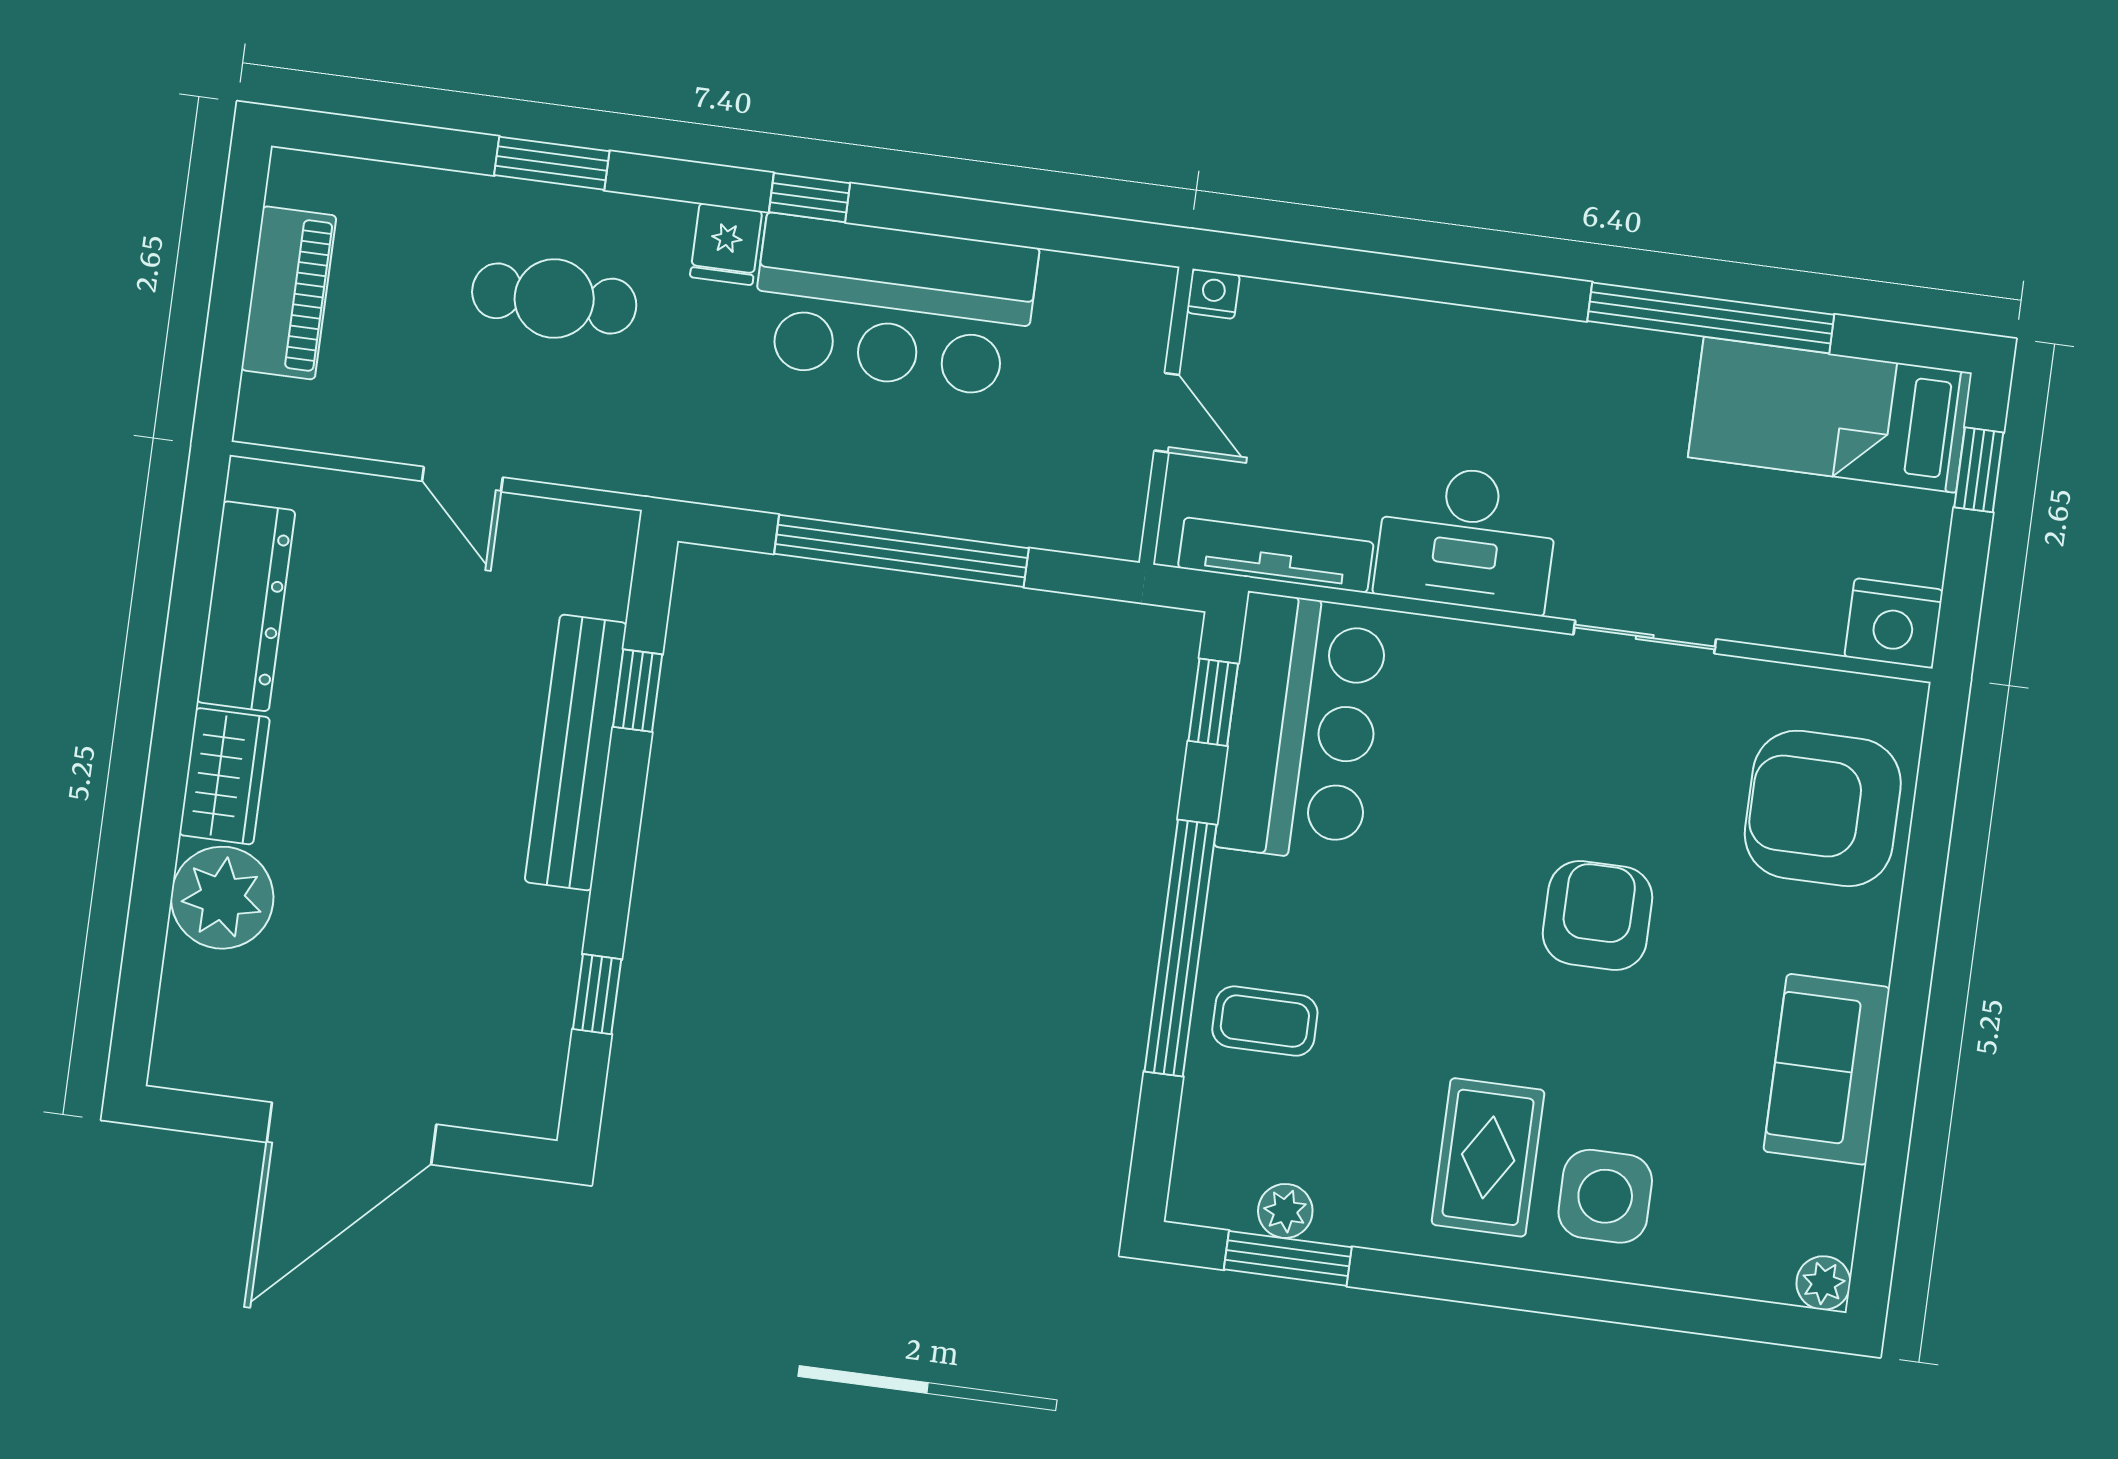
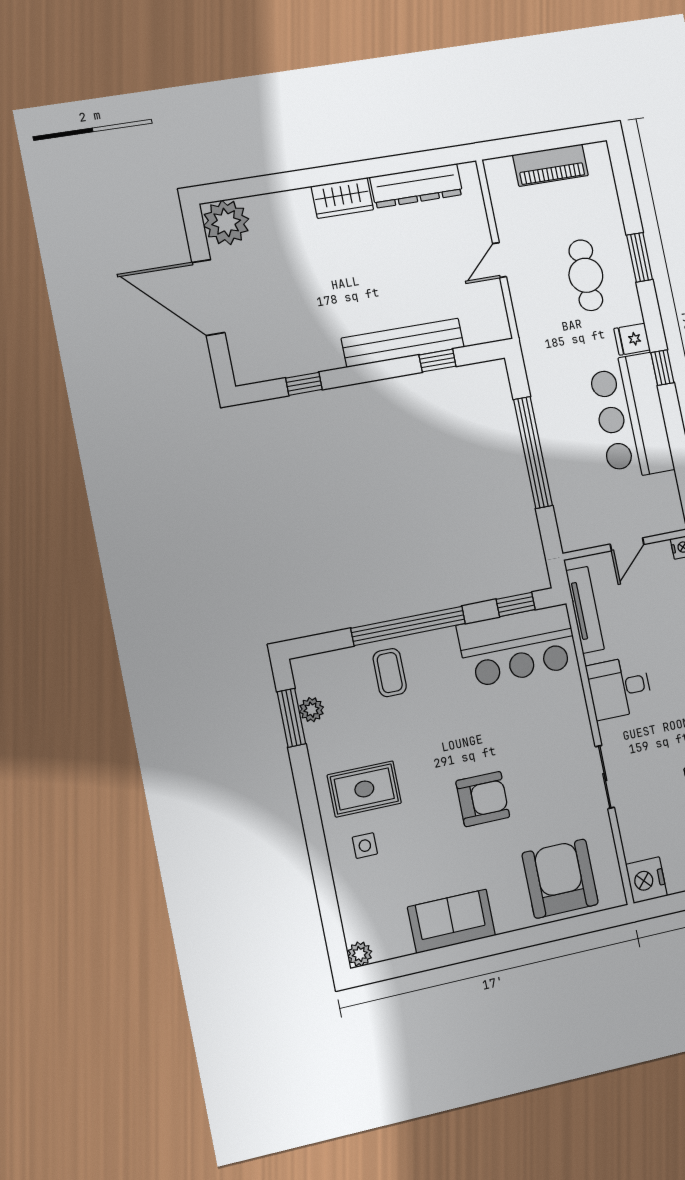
desk: (1467, 538) -> (619, 688), width x0.73
plant: (222, 898) -> (226, 222), moved
side table: (1605, 1196) -> (365, 846), width x0.54, depth x0.54

